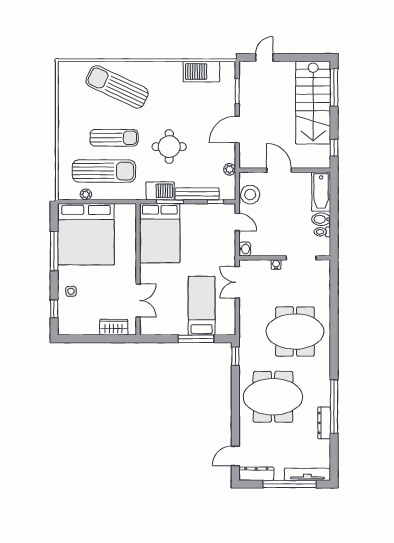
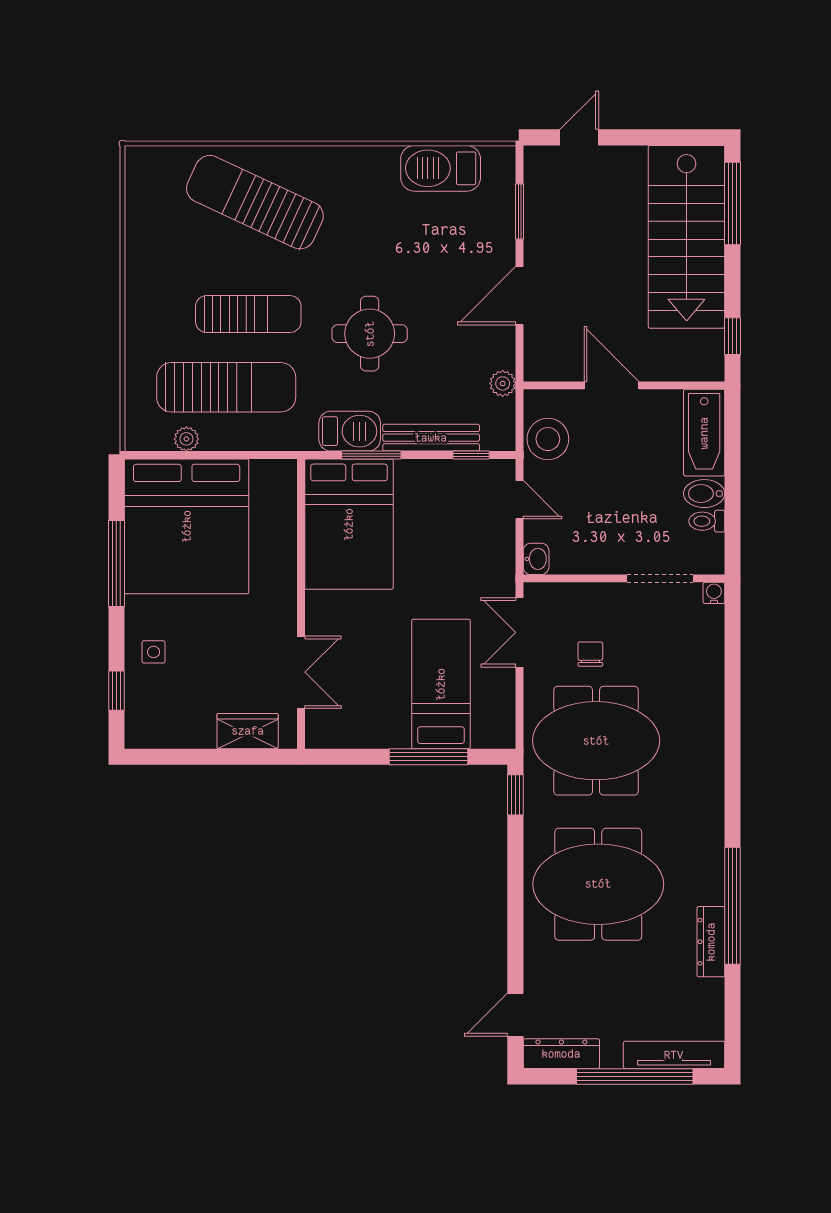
water cooler: (276, 264) -> (714, 593), moved
chair: (269, 292) -> (590, 654), added
meeting table: (295, 332) -> (596, 741), moved

